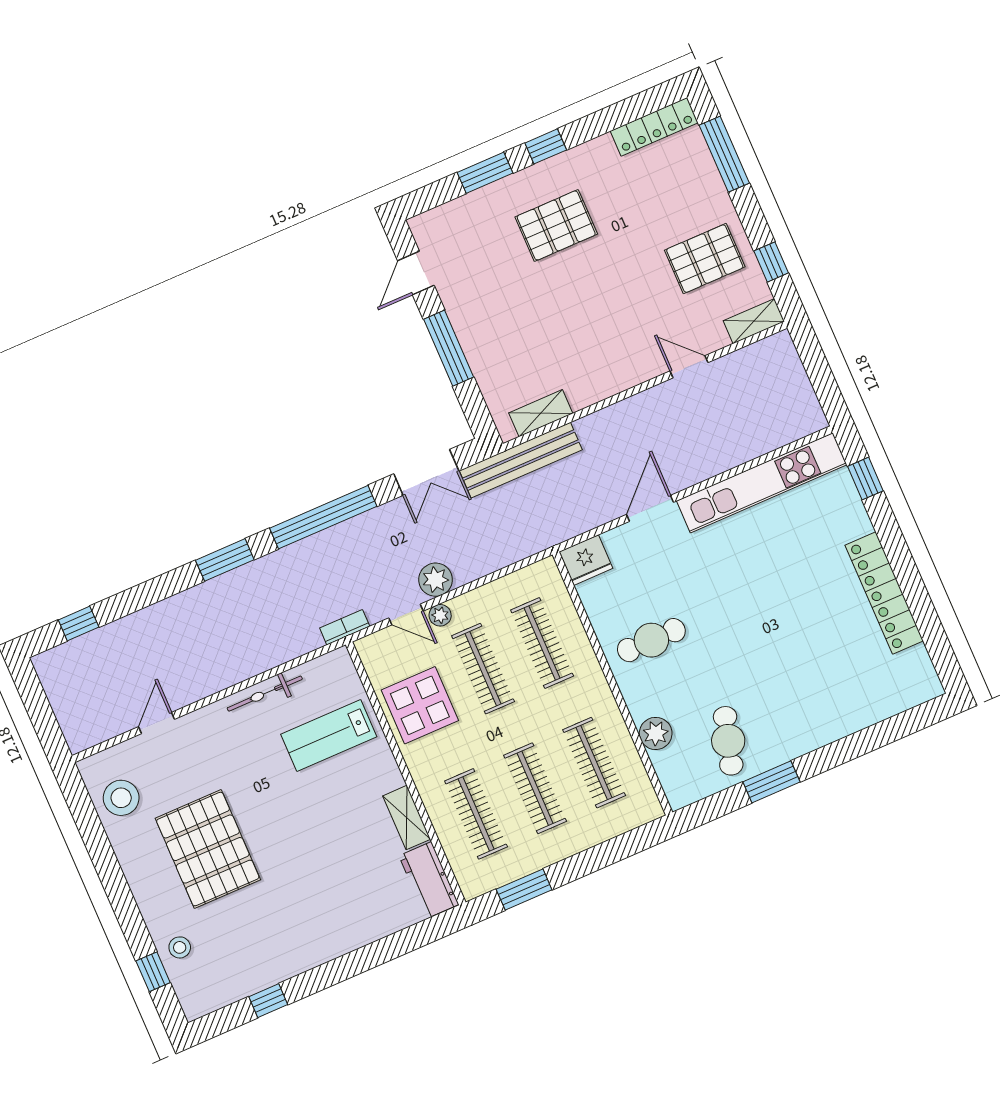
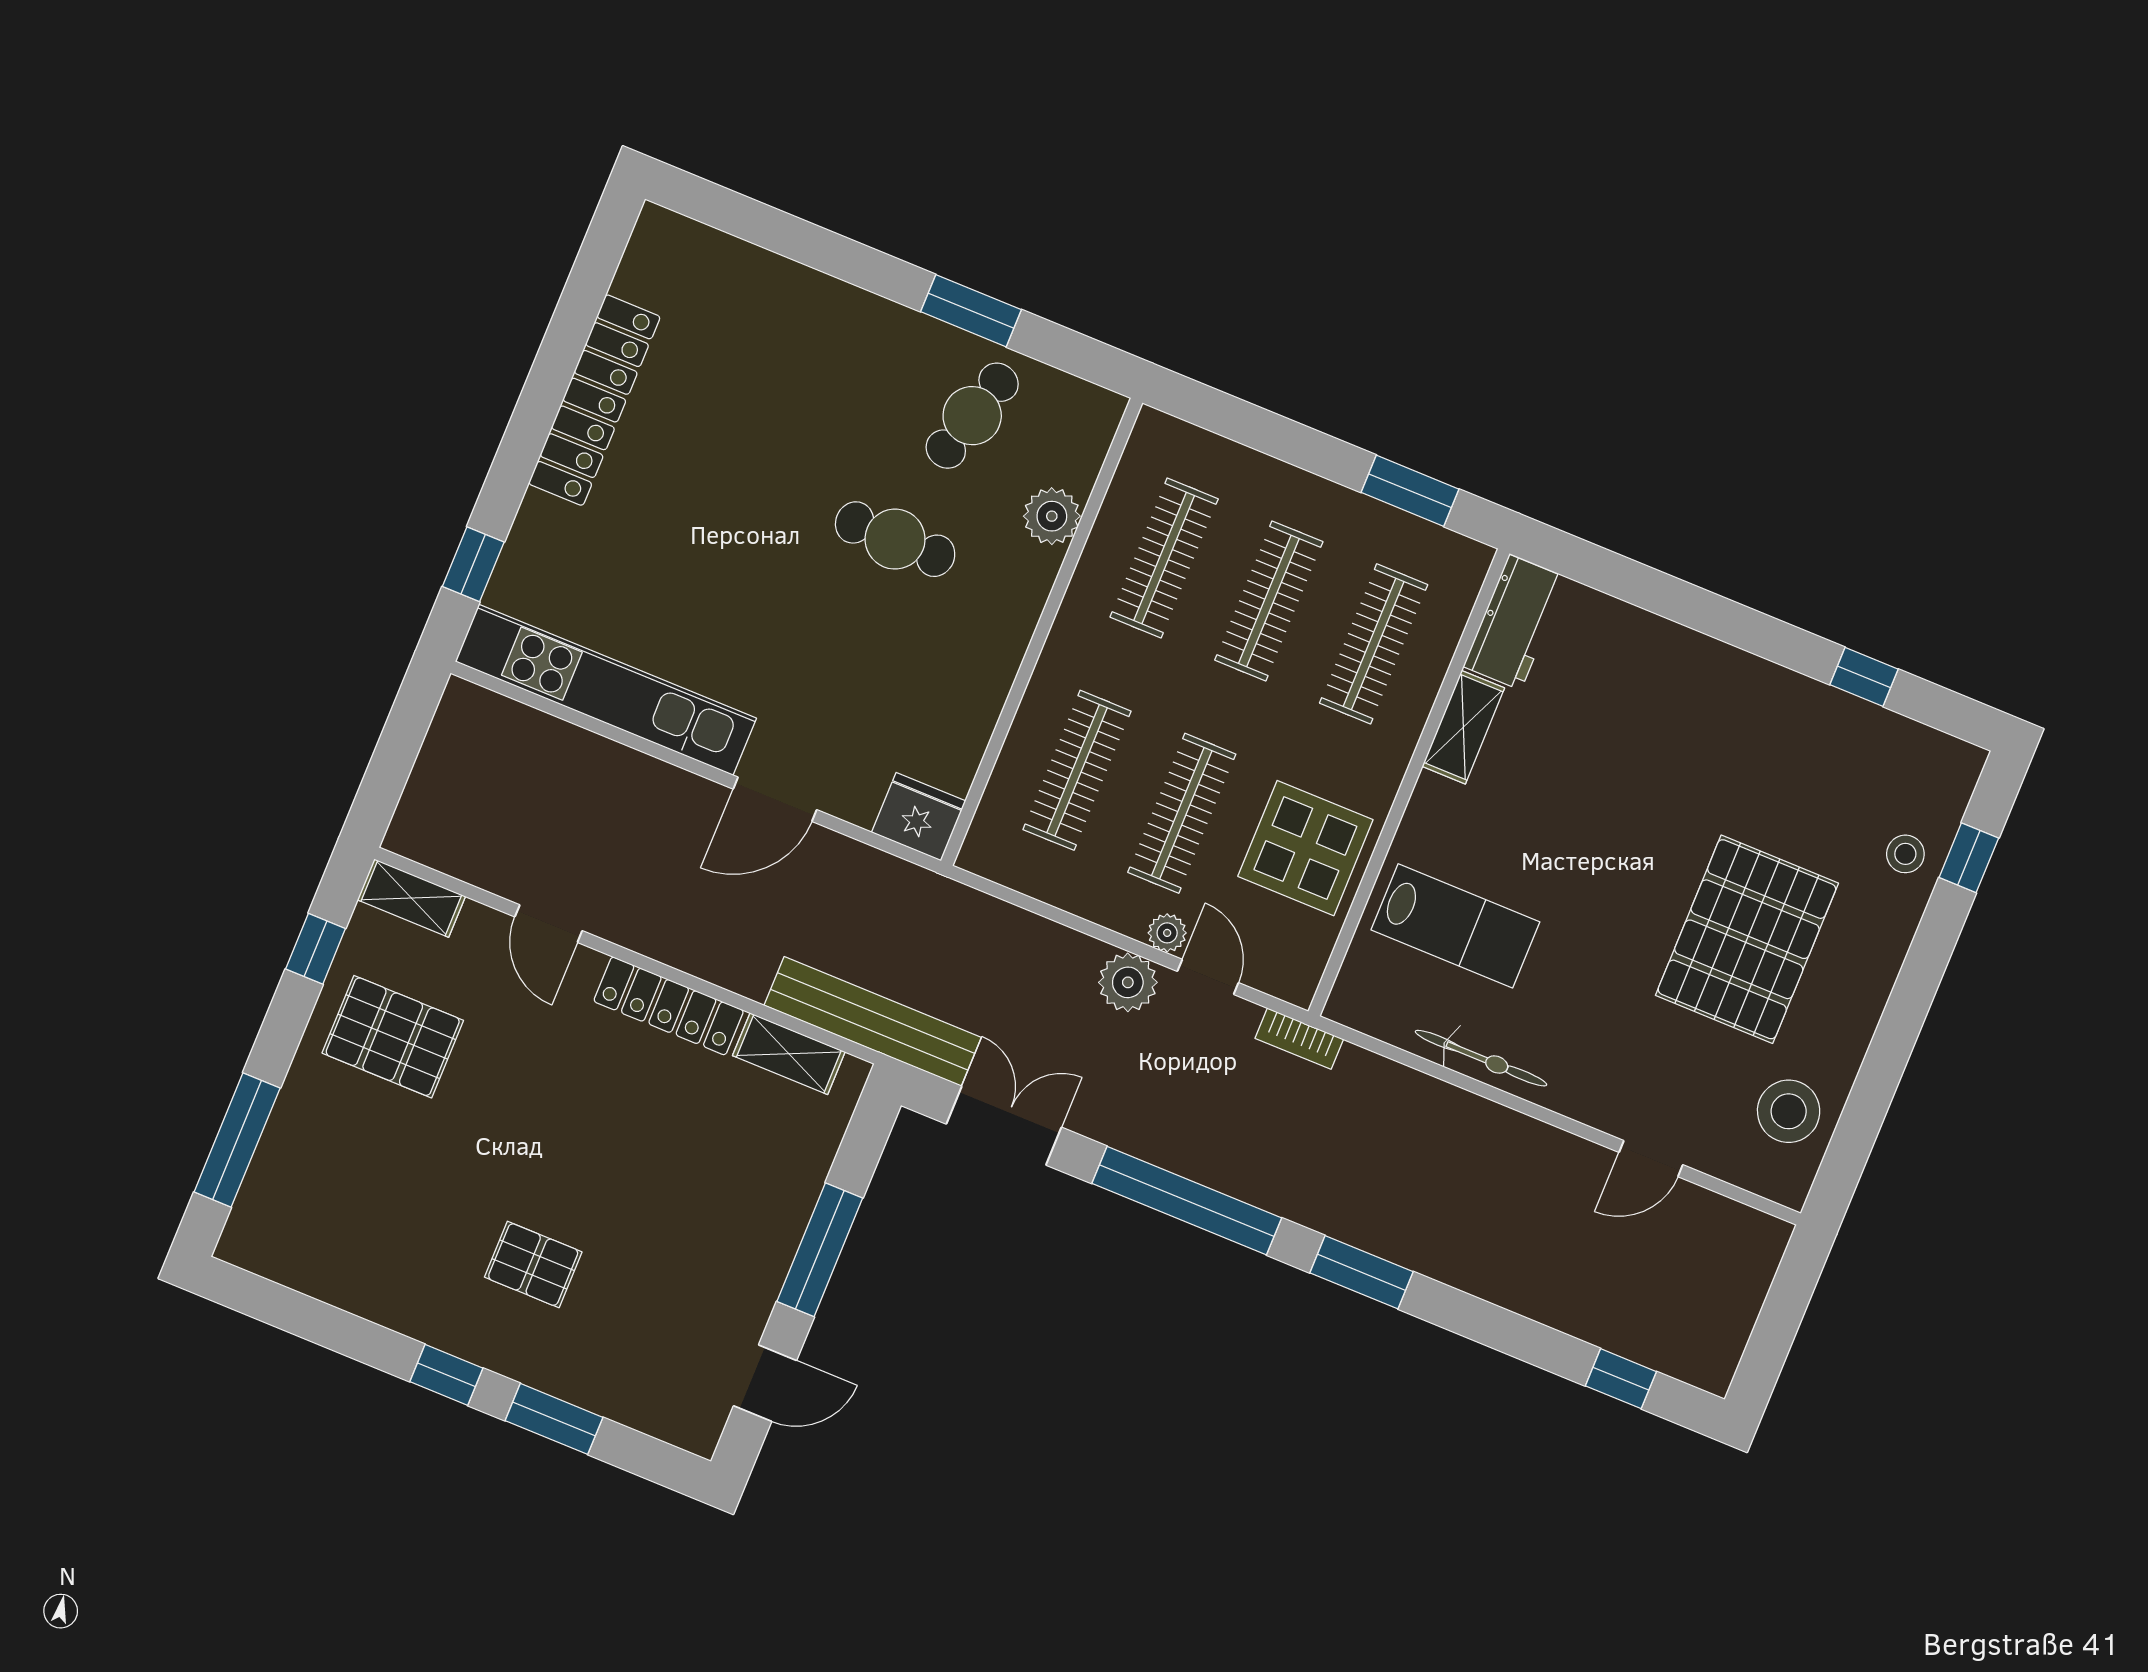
locker: (654, 127) -> (669, 1006), moved, turned 180
pallet: (556, 225) -> (533, 1265), width x0.67, depth x0.71
cafe table: (651, 640) -> (895, 539), moved

